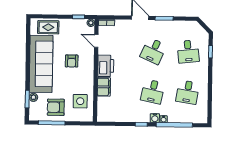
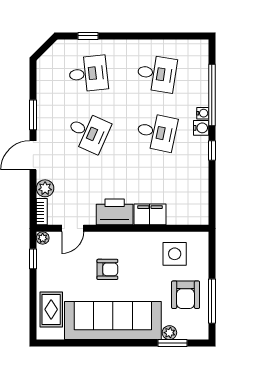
plant: (120, 25) -> (45, 188), added

